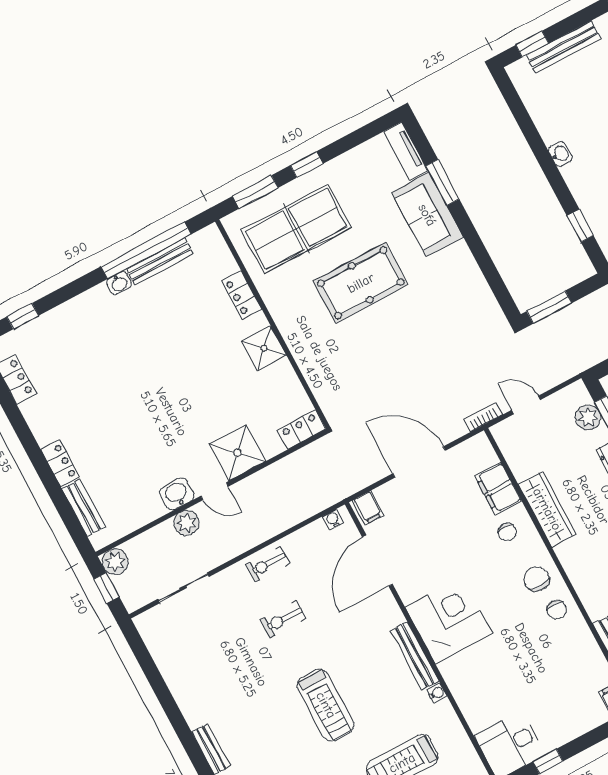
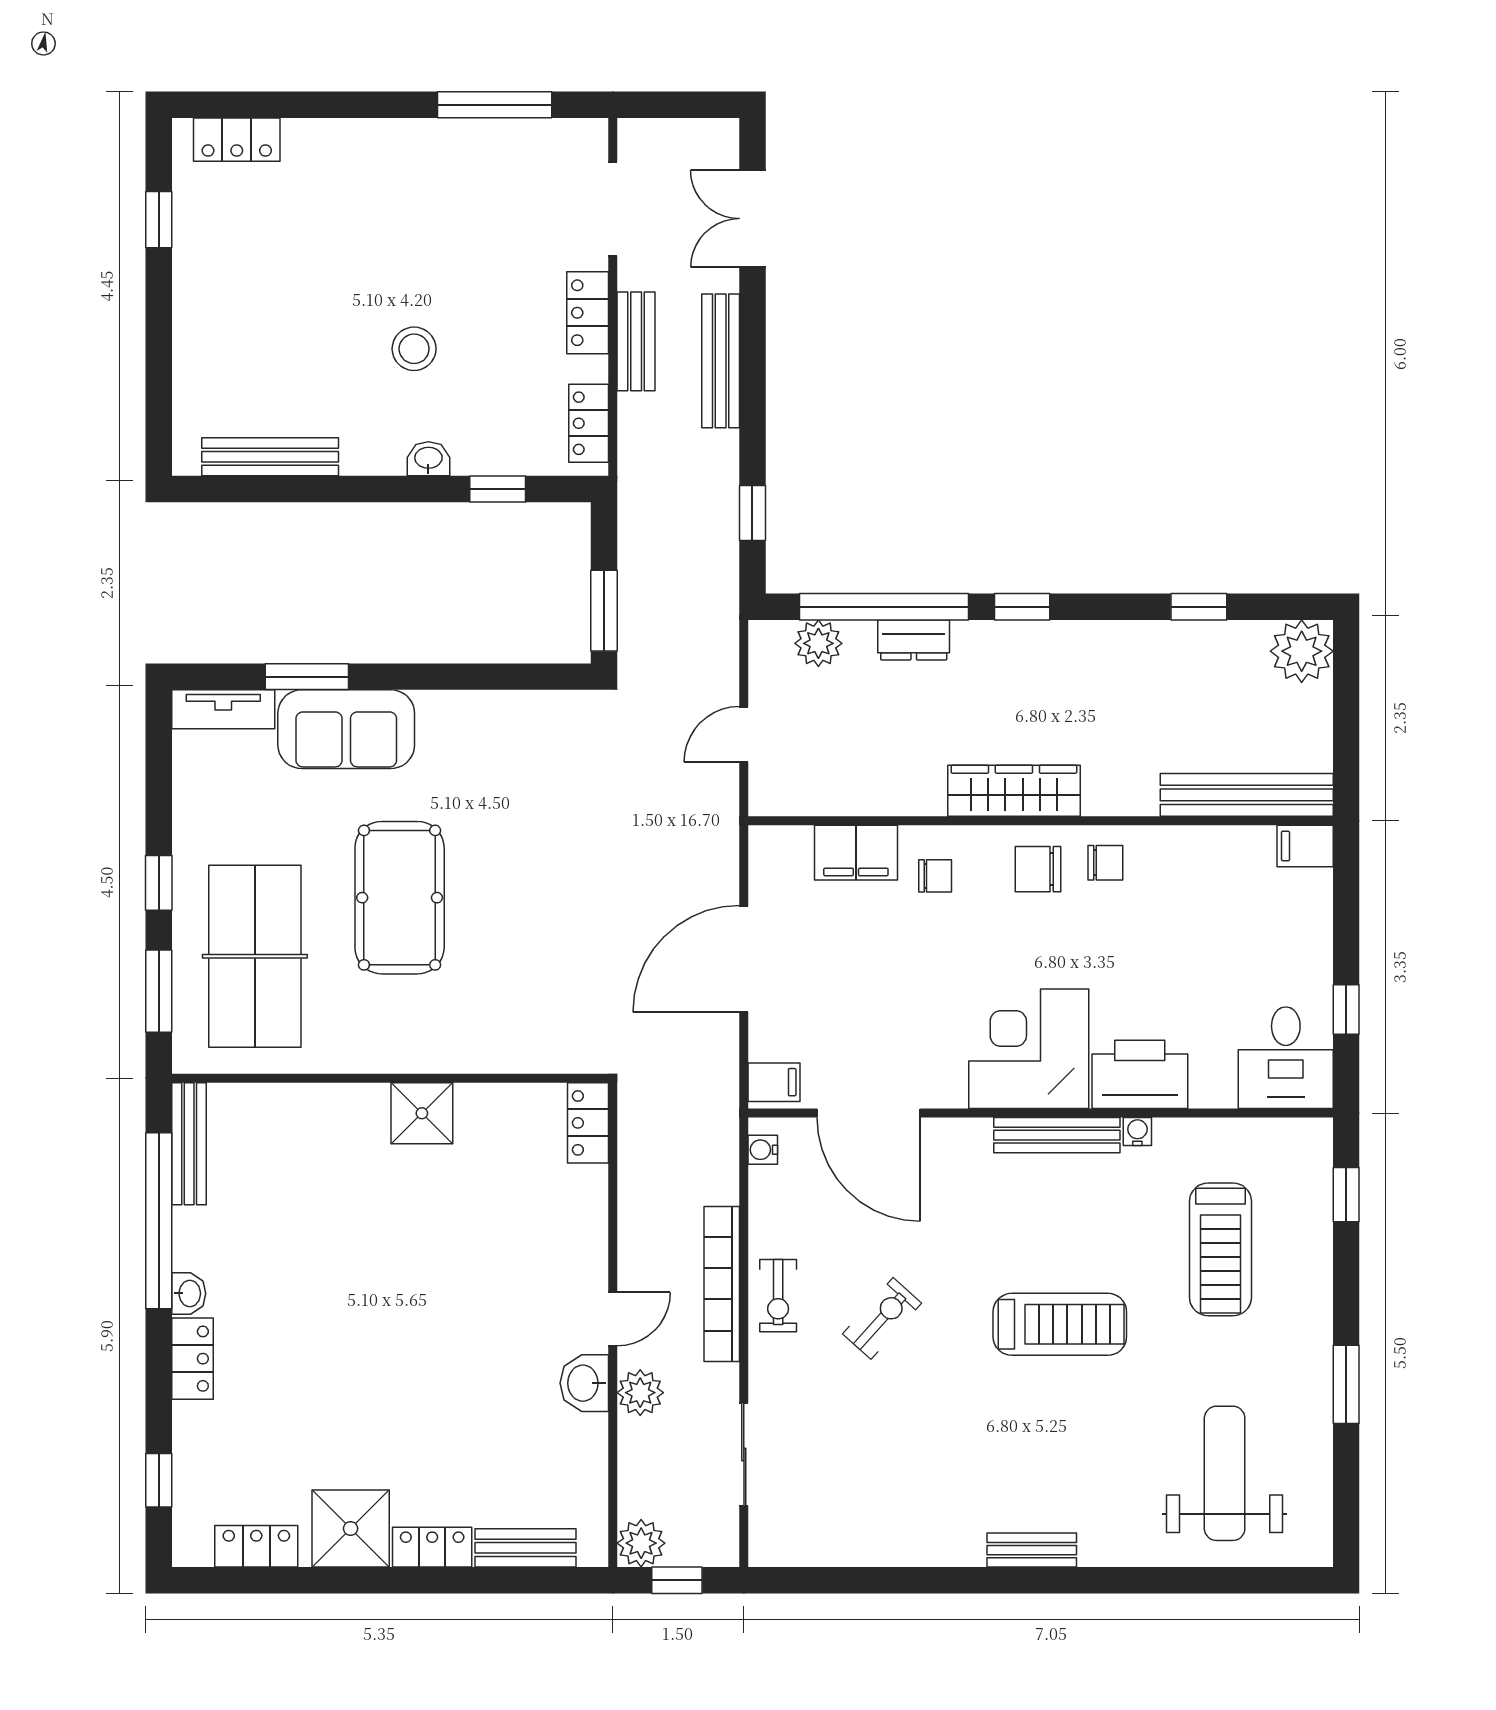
window: (532, 44) -> (159, 409), removed
bench: (564, 47) -> (270, 457), moved, turned 90
washbasin: (560, 154) -> (428, 459), moved
bench: (160, 261) -> (189, 1144), moved
locker: (242, 295) -> (193, 1359), moved, turned -90
bookcase: (483, 417) -> (722, 1284), moved, width x2.31, depth x1.31
shower: (238, 453) -> (351, 1529), moved
wardrobe: (547, 509) -> (1014, 791), moved
exercise bike: (283, 619) -> (882, 1318), turned -138
printer: (465, 680) -> (1140, 1074), added

